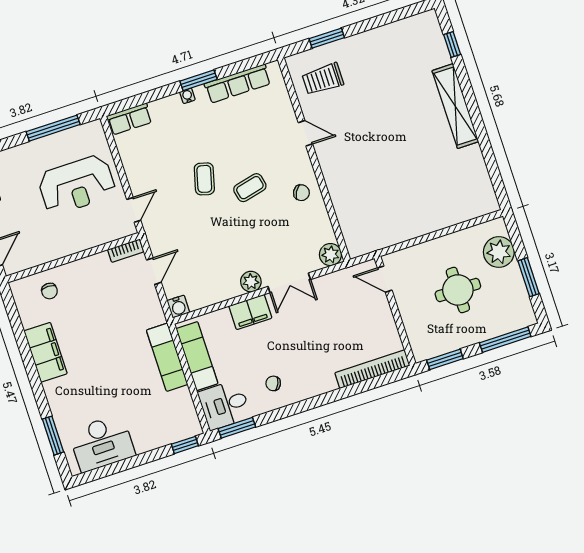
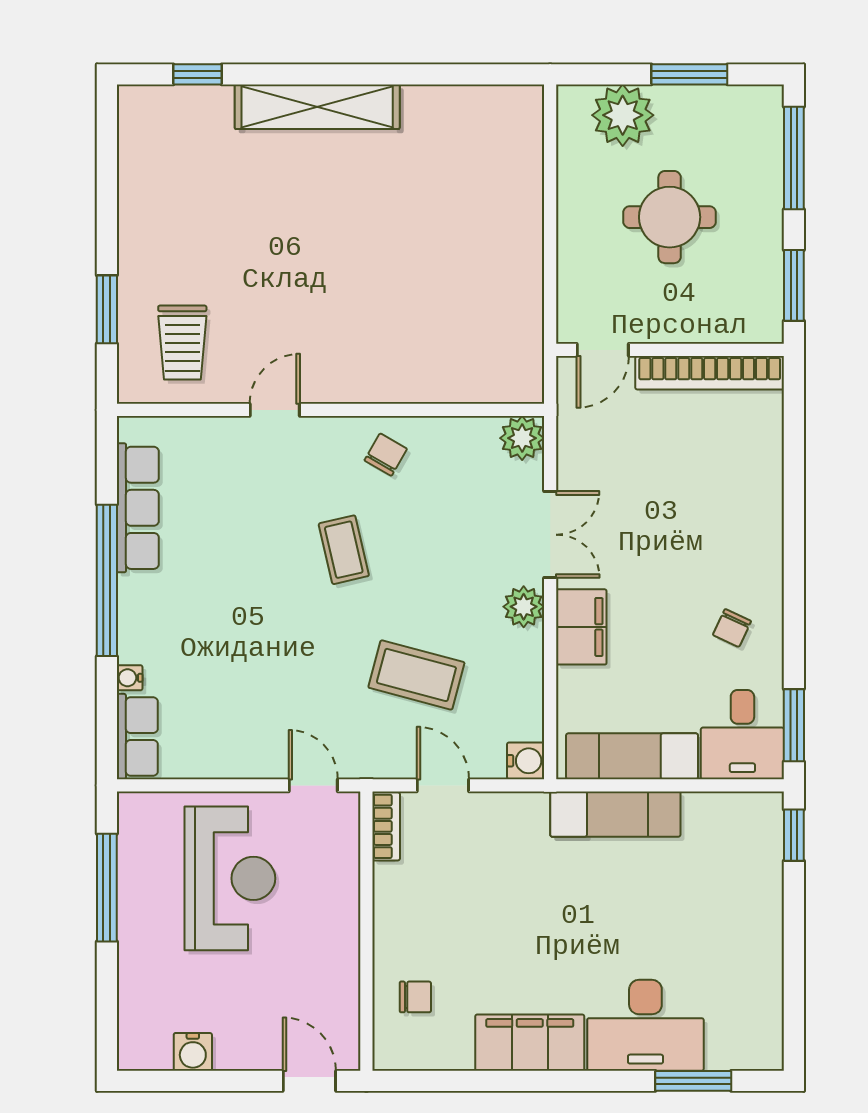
window: (199, 80) -> (107, 580), width x2.11
water cooler: (187, 96) -> (130, 678), moved
coffee table: (204, 179) -> (416, 675), moved, width x1.36, depth x1.30
bookcase: (372, 369) -> (710, 373), moved, turned -90
desk: (102, 443) -> (645, 1025), moved, turned 90

